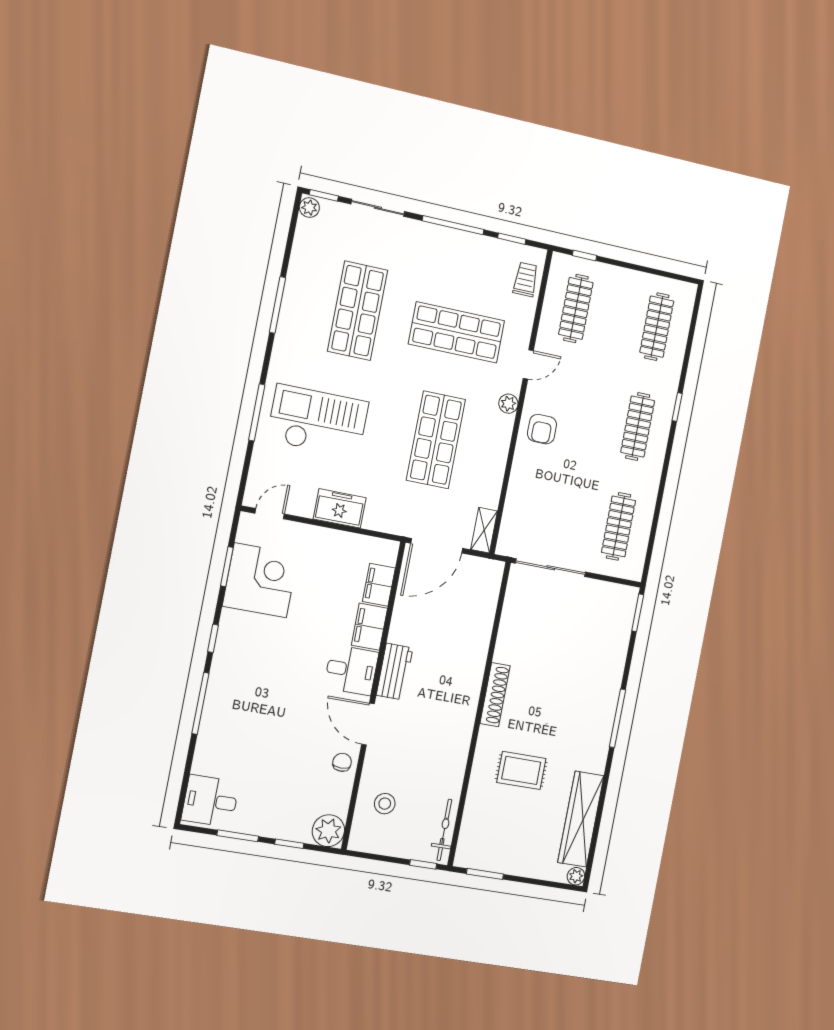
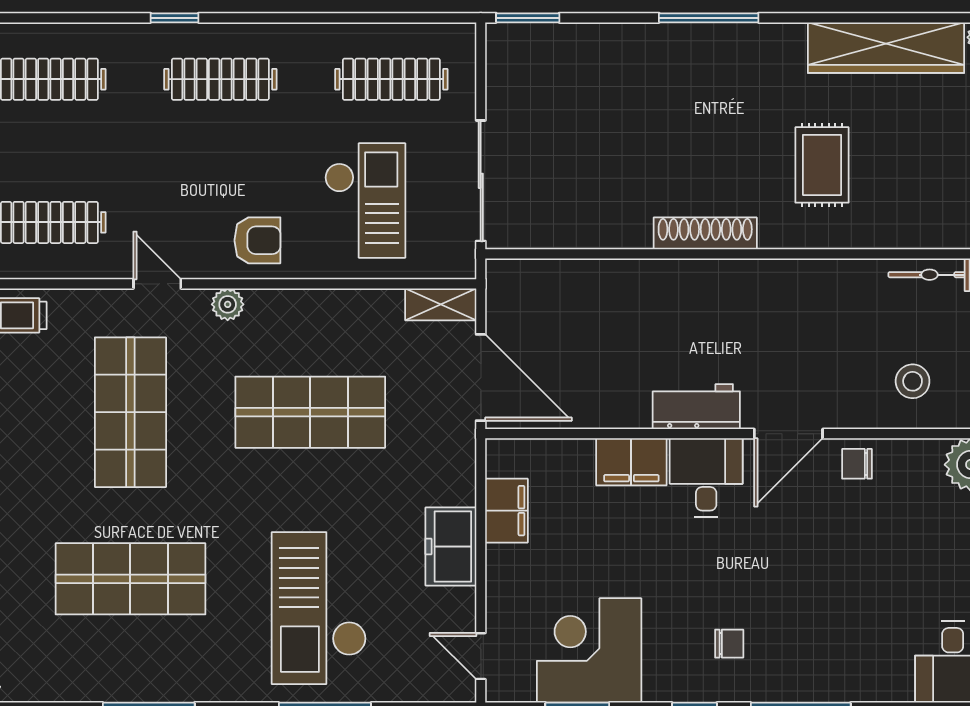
checkout: (553, 497) -> (365, 200), added
filing cabinet: (379, 585) -> (507, 511), moved, turned -90
chair: (248, 666) -> (729, 644), added

